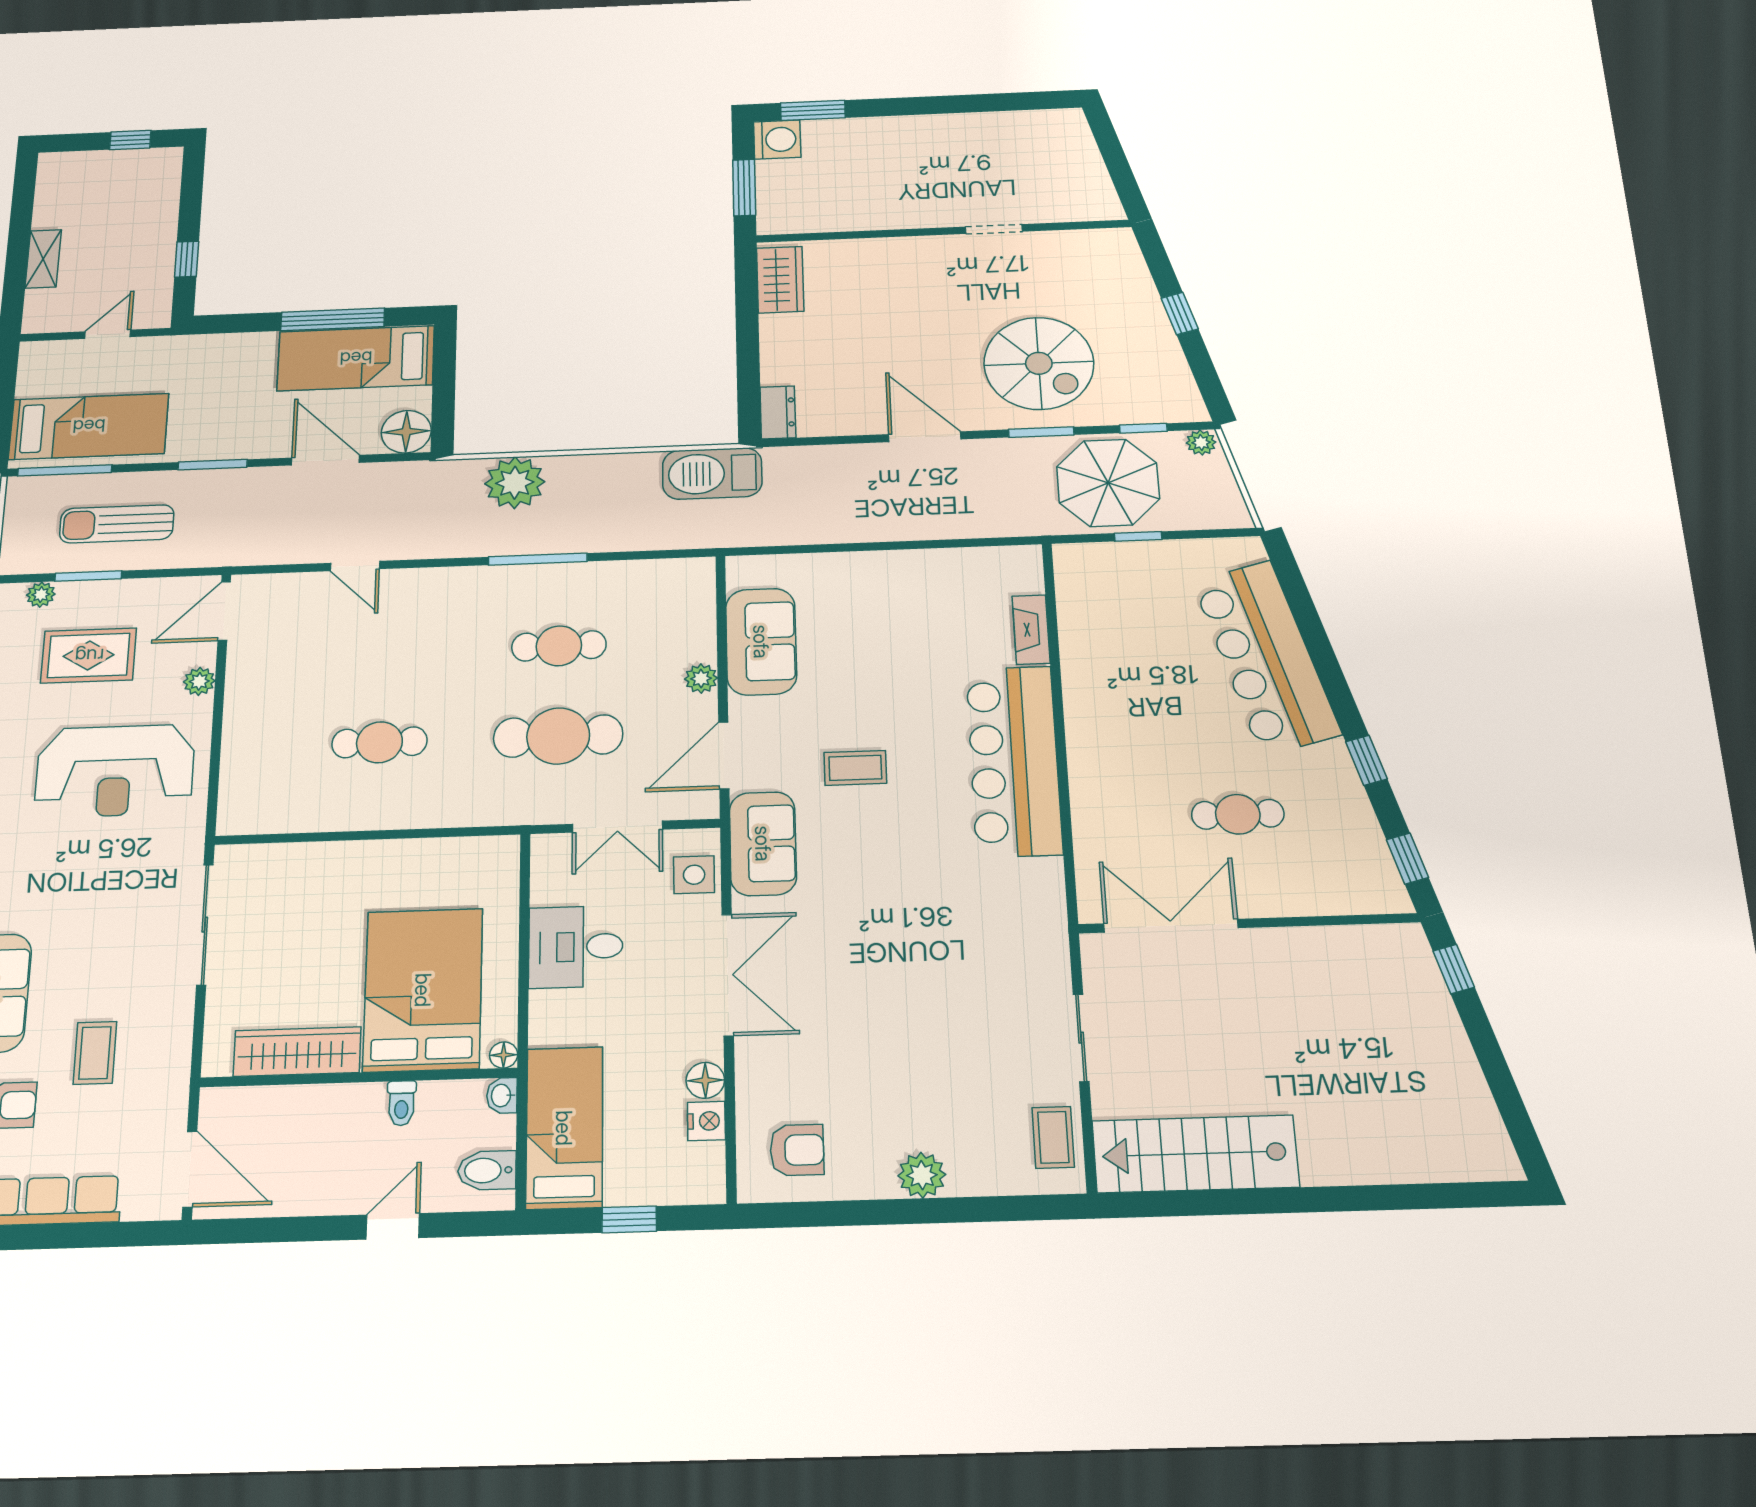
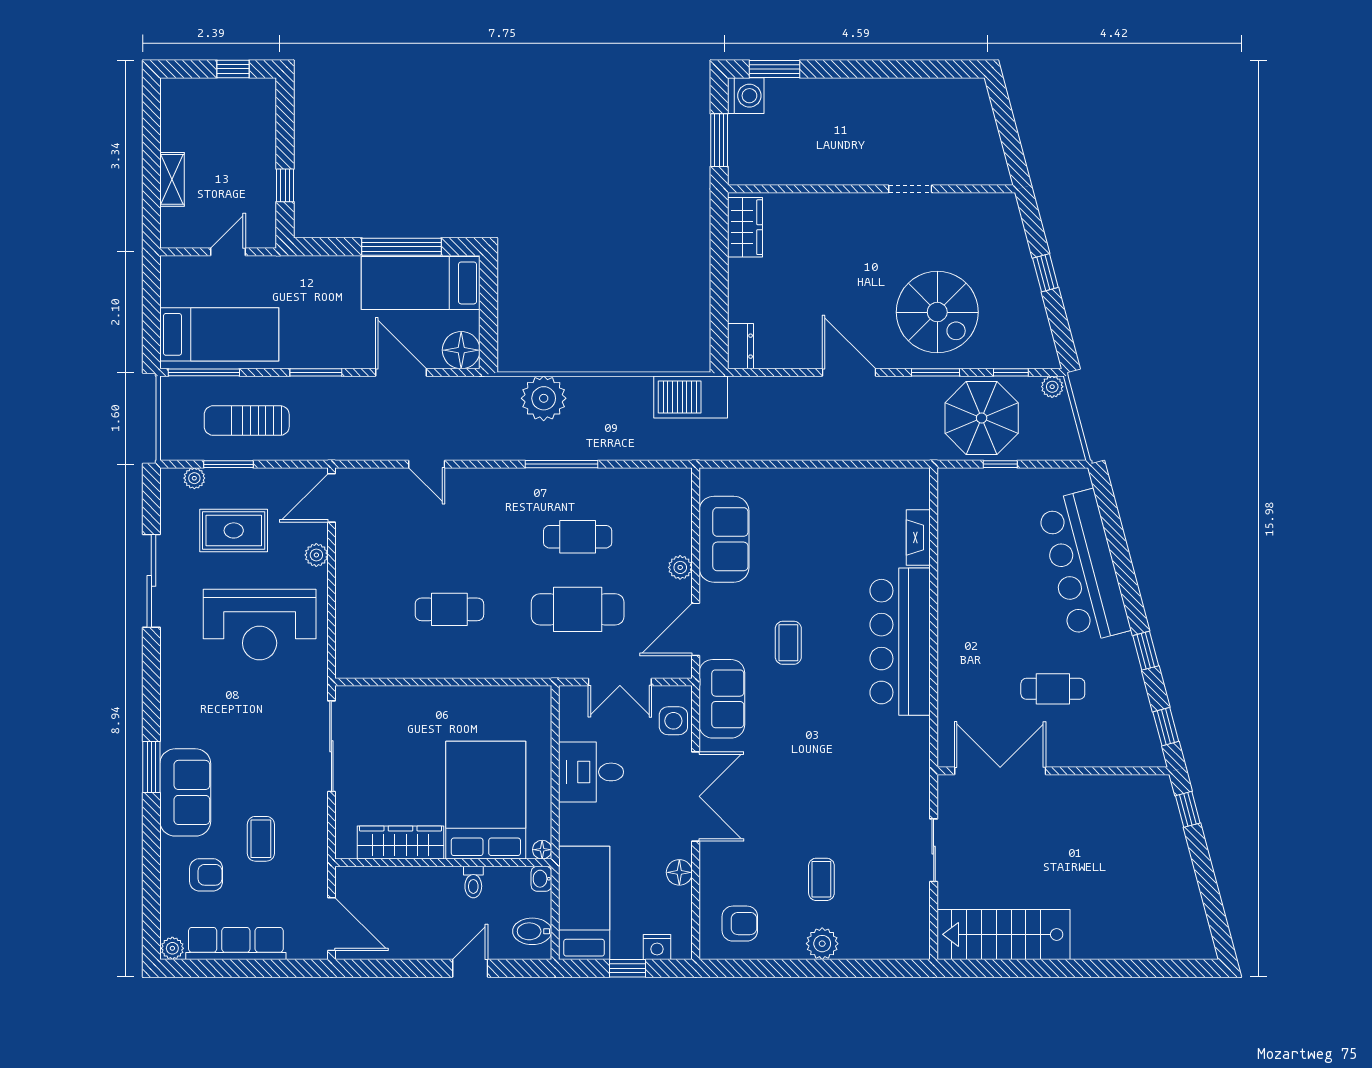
coffee table: (855, 768) -> (788, 643), turned 90
nightstand: (706, 1121) -> (657, 947), moved, turned 90
coffee table: (1053, 1137) -> (821, 879), moved

